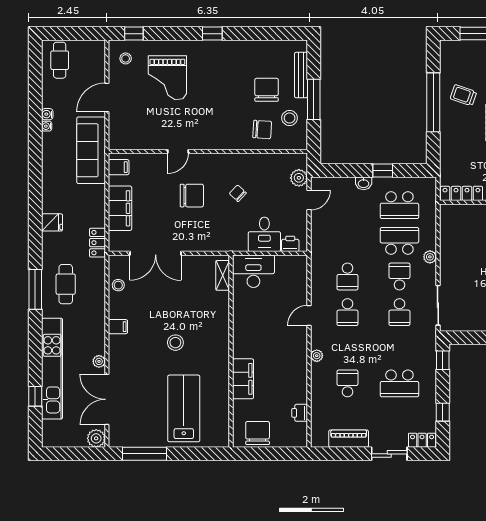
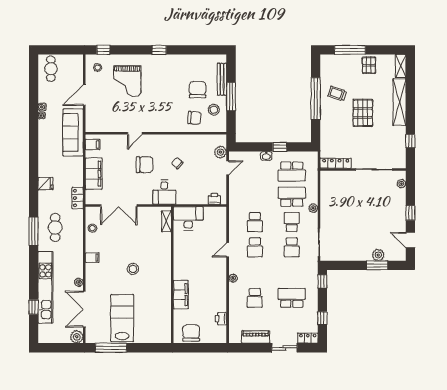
desk: (264, 234) -> (164, 192), moved
school desk: (347, 383) -> (255, 298), turned 180
school desk: (399, 383) -> (292, 298), turned 180
lab bench: (184, 408) -> (122, 318), moved

